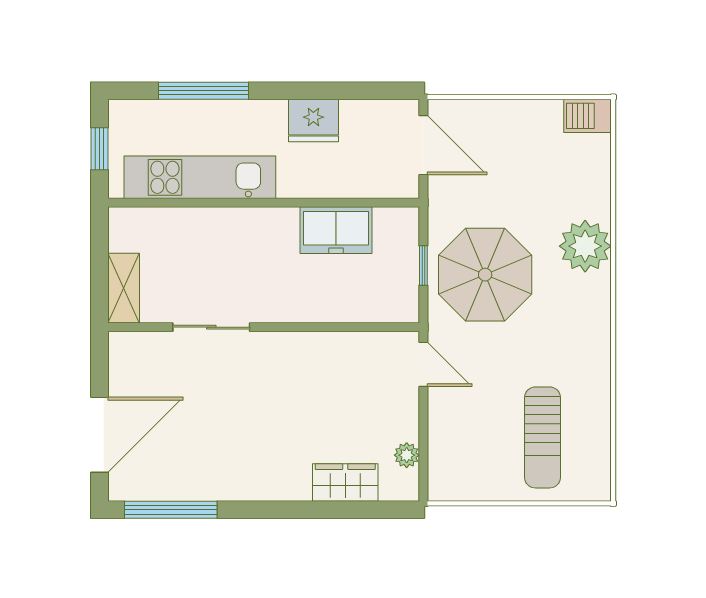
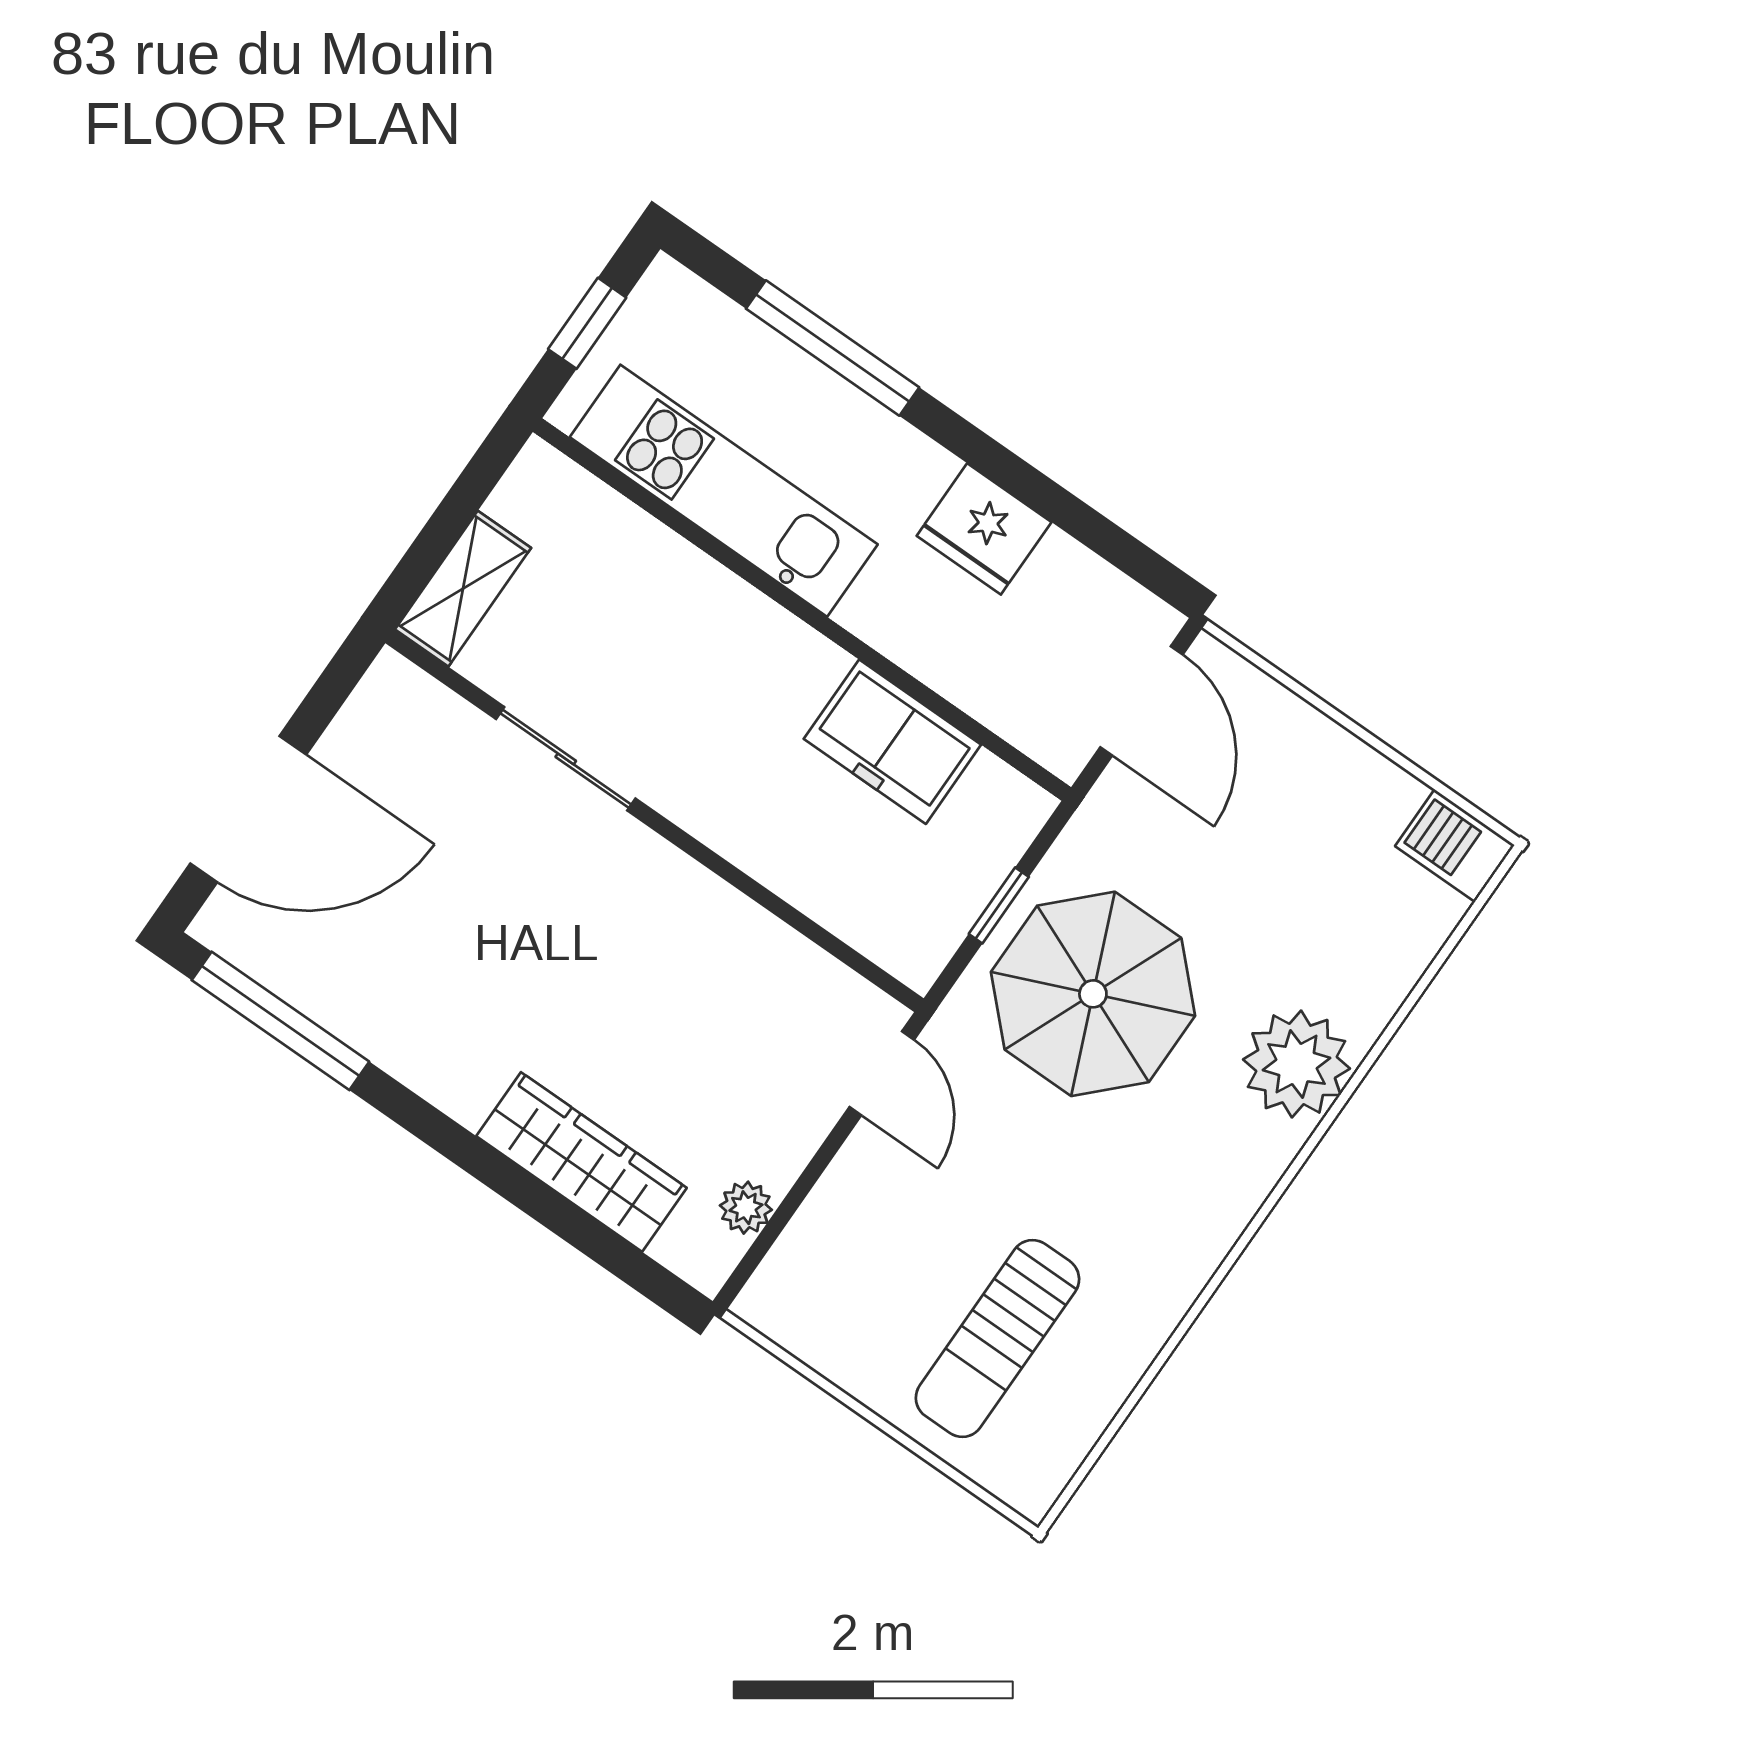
wardrobe: (345, 483) -> (582, 1162), width x1.50

